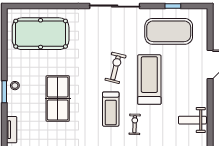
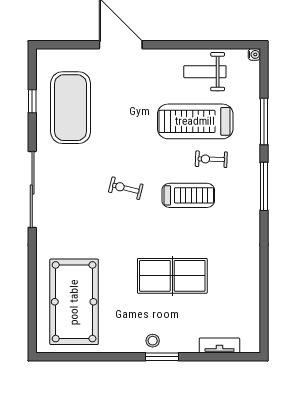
exercise bike: (116, 68) -> (126, 188), width x0.73, depth x0.72
treadmill: (149, 80) -> (195, 121), moved
weight bench: (192, 120) -> (205, 72), turned 90

